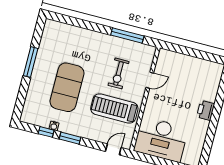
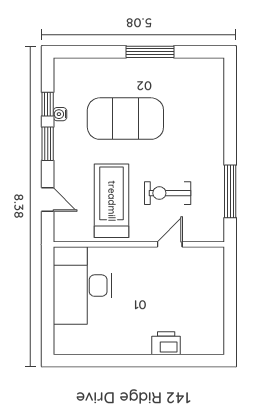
door: (150, 80) -> (170, 244), swing flipped
printer: (206, 110) -> (166, 343), moved
door: (113, 149) -> (48, 199), moved

